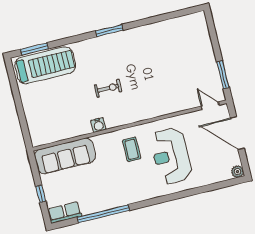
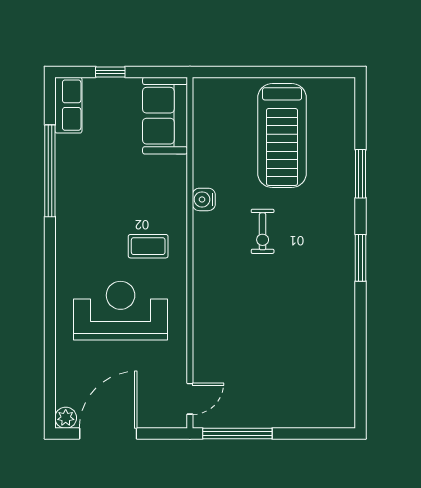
window: (34, 49) -> (361, 174), moved
treadmill: (45, 65) -> (282, 136), moved
window: (223, 75) -> (237, 434), width x1.44
door: (237, 133) -> (108, 434), moved
sofa: (65, 156) -> (165, 116), width x0.73

